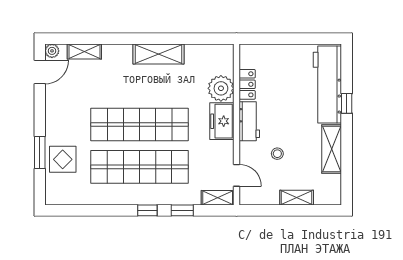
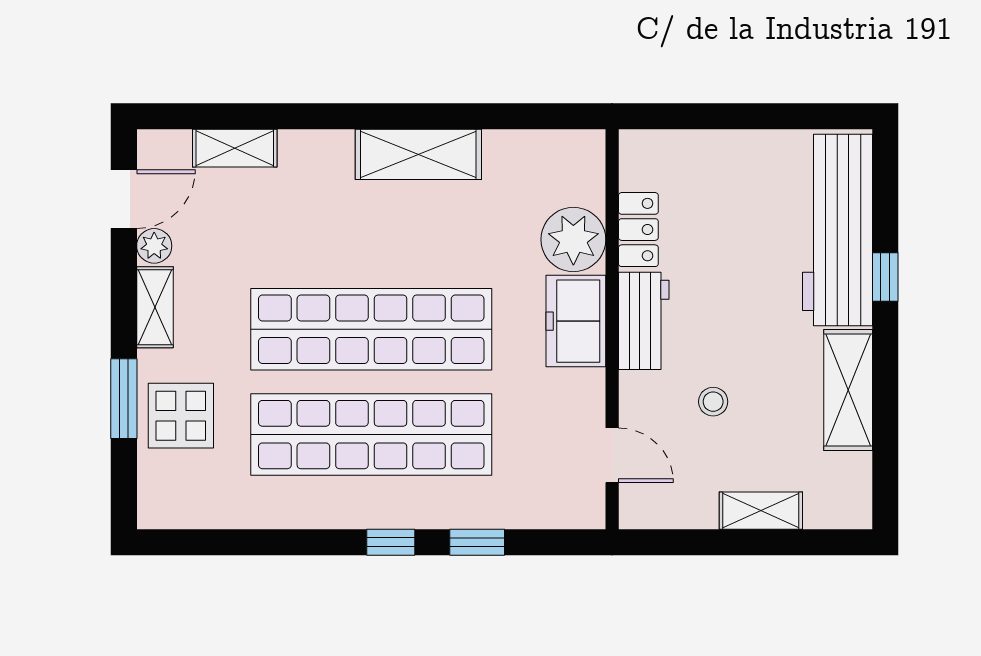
plant: (52, 51) -> (154, 246), moved
shelving: (218, 198) -> (155, 307), moved, turned 90

